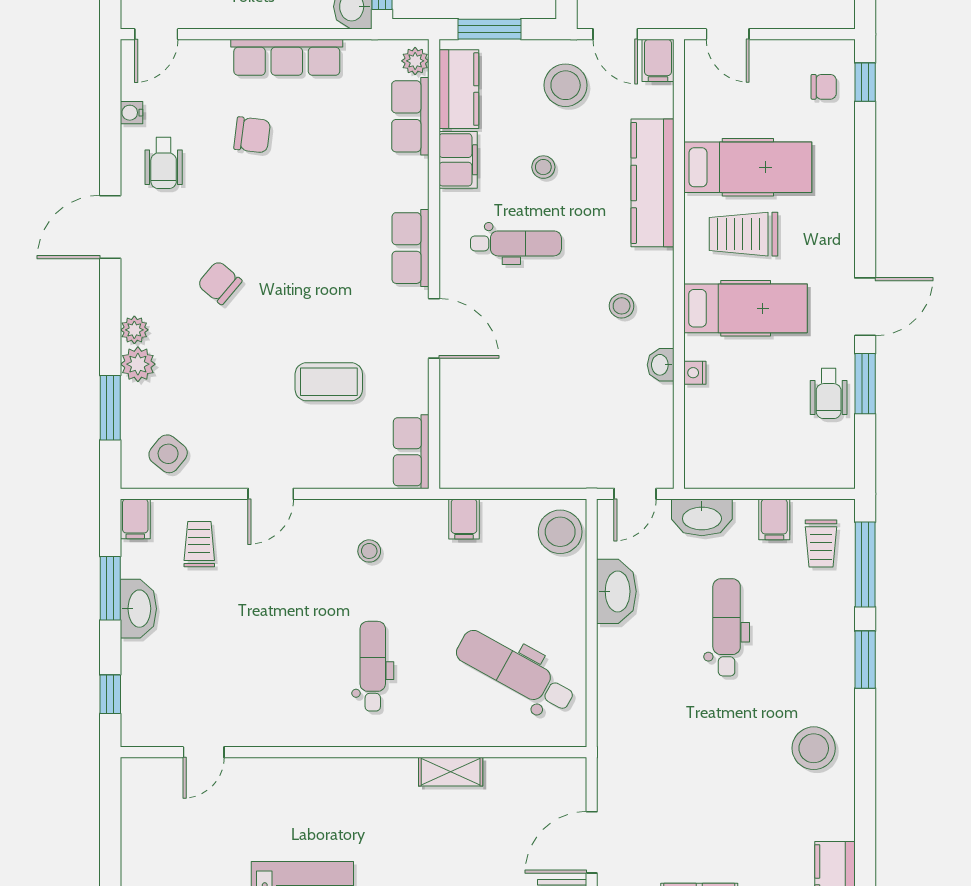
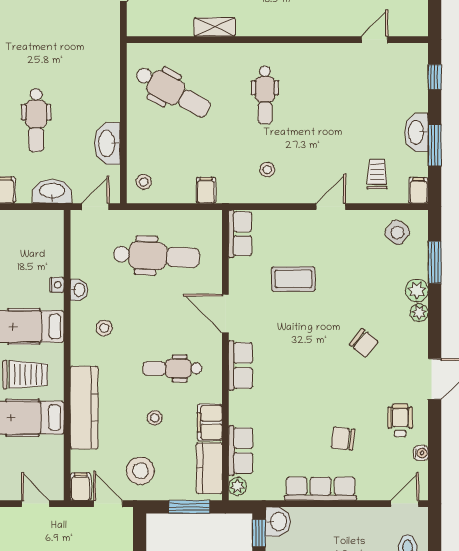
dental chair: (541, 417) -> (156, 256), added
stool: (560, 532) -> (144, 182), width x0.53, depth x0.53
trolley: (199, 544) -> (377, 174), turned 180

